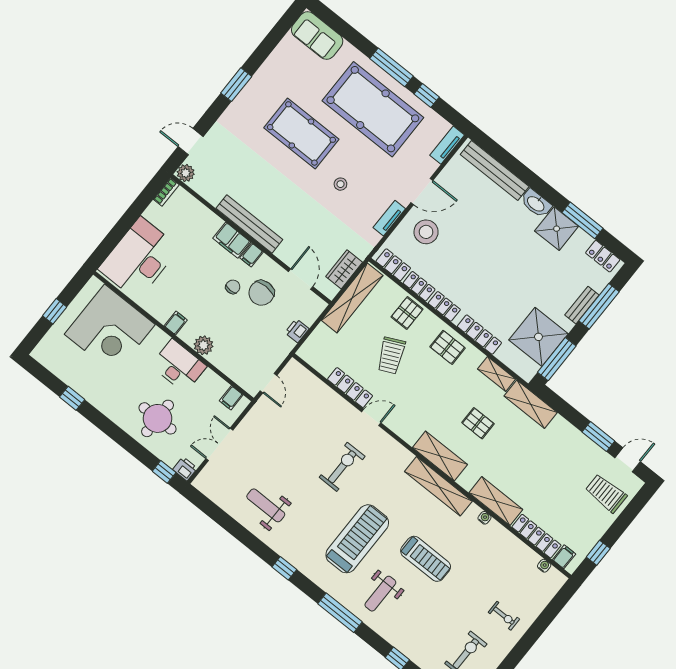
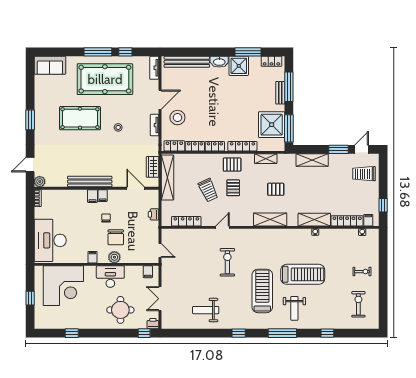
filing cabinet: (232, 240) -> (92, 196), width x0.50
chair: (261, 293) -> (116, 237), moved
pallet: (407, 313) -> (233, 188), moved
locker: (350, 388) -> (186, 221), moved
shelving: (531, 404) -> (312, 160), moved
shelving: (438, 486) -> (281, 235), removed
treadmill: (426, 559) -> (303, 274), width x1.37, depth x1.38

